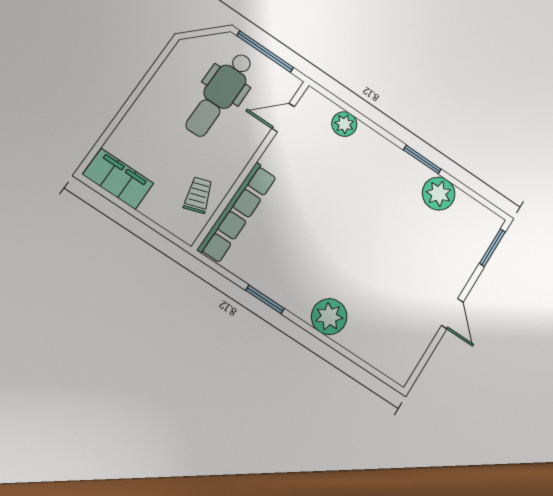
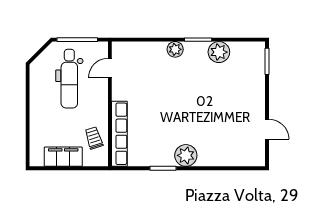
plant: (344, 124) -> (175, 49), moved
filing cabinet: (118, 179) -> (63, 157), moved
door: (452, 314) -> (267, 129), moved
plant: (329, 317) -> (186, 155), moved

